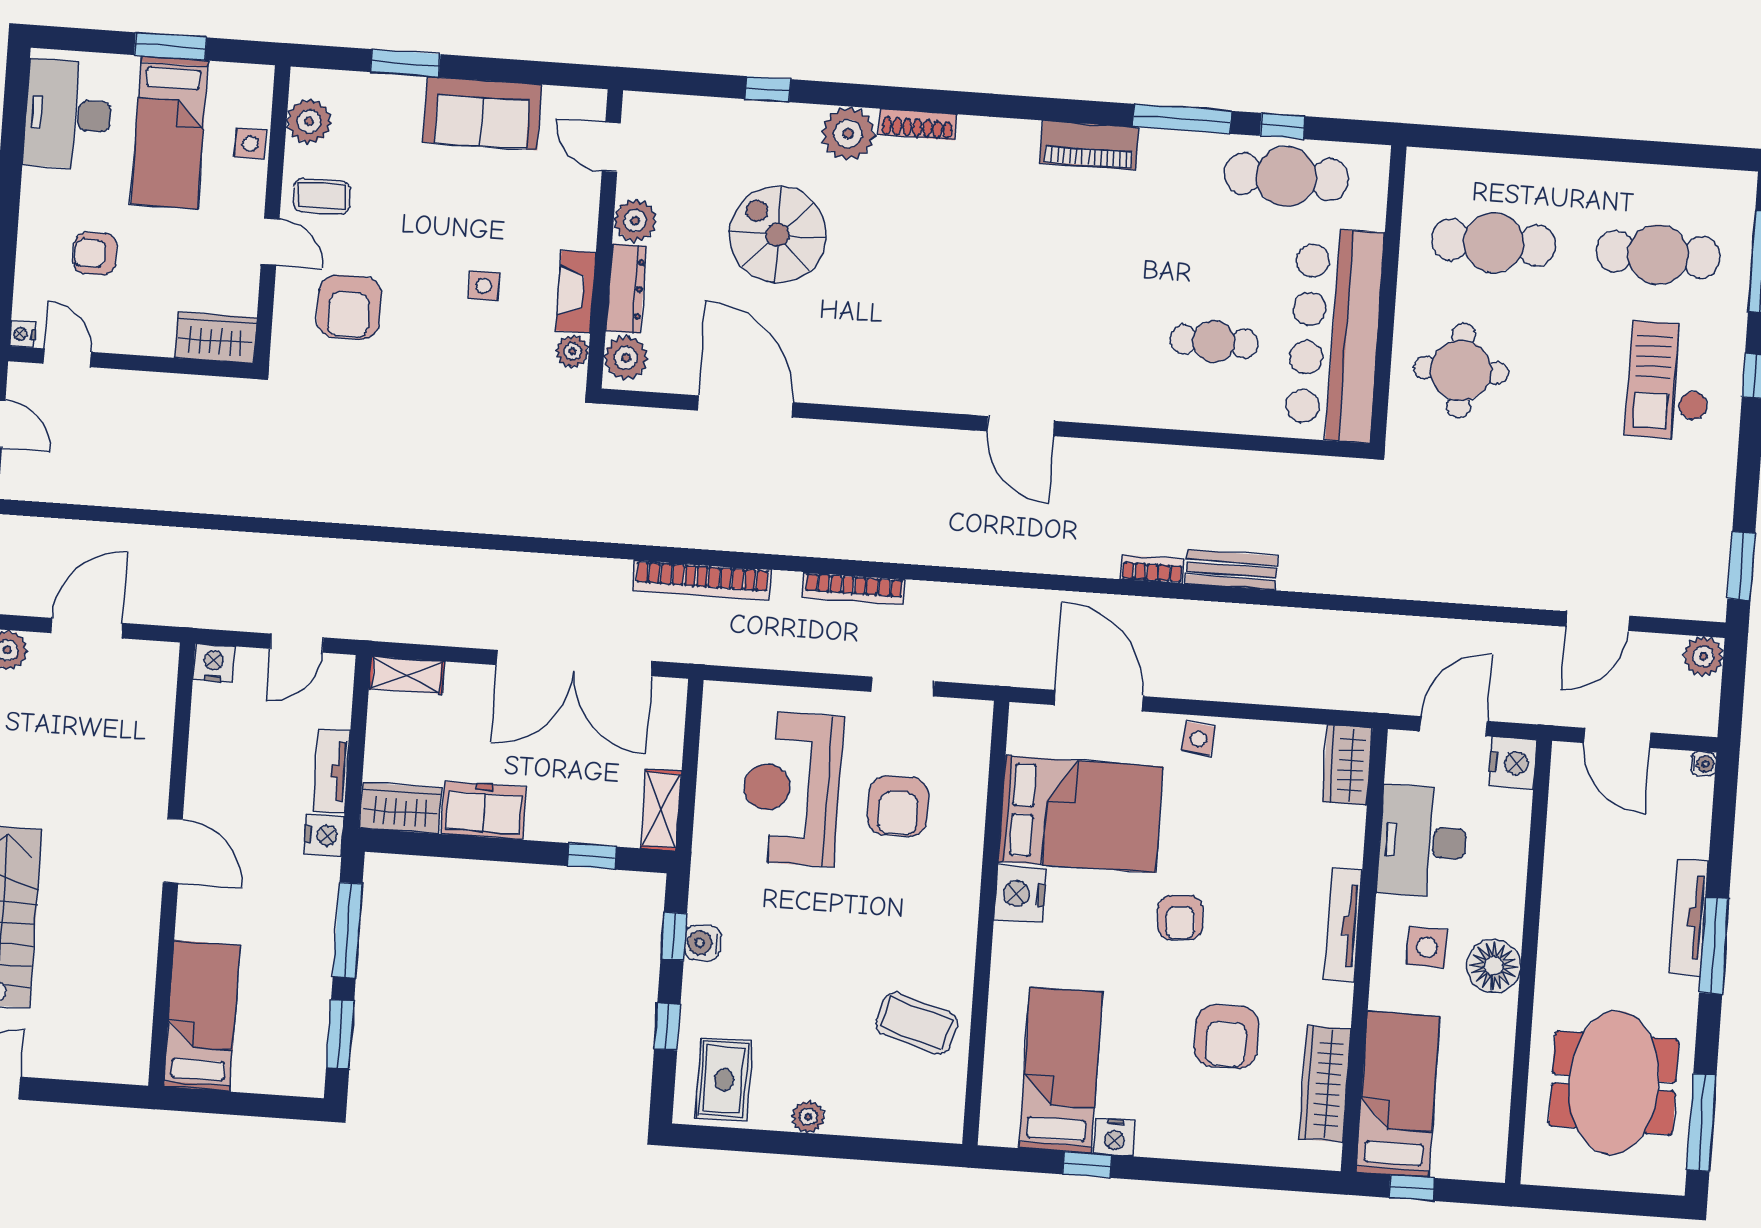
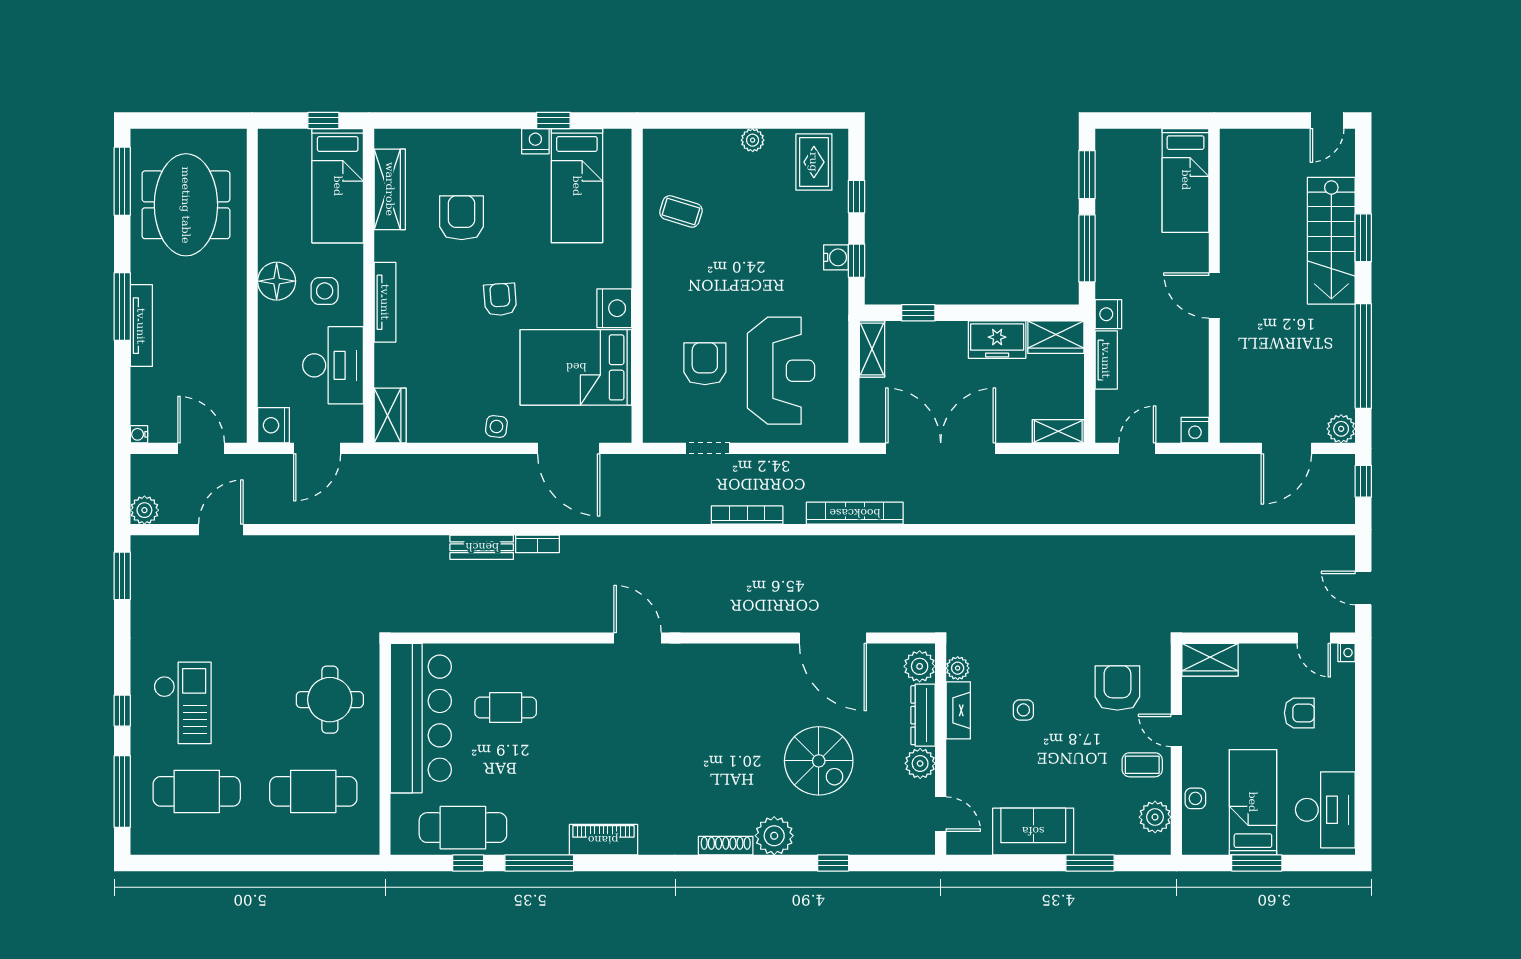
coffee table: (916, 1023) -> (681, 211), width x0.73, depth x0.77

